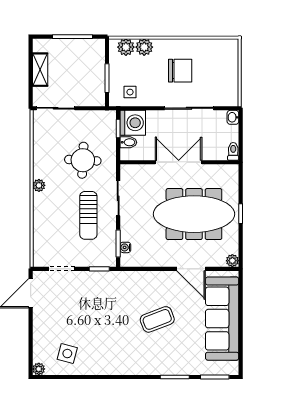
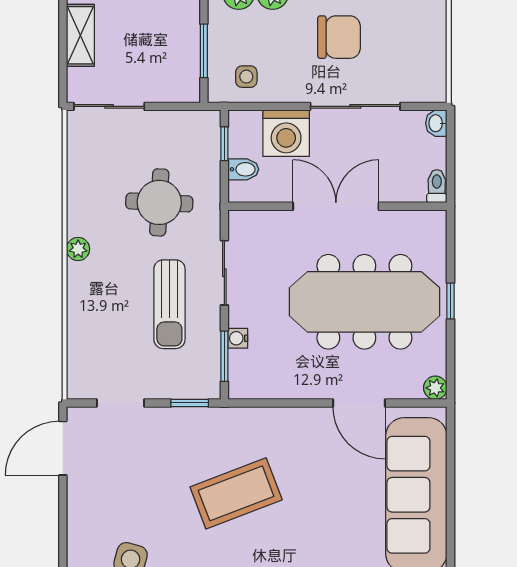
washing machine: (133, 123) -> (286, 133), moved, turned 90
water cooler: (125, 247) -> (238, 338), moved
coffee table: (157, 319) -> (236, 493), moved, width x1.36, depth x1.32

